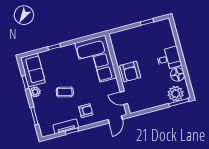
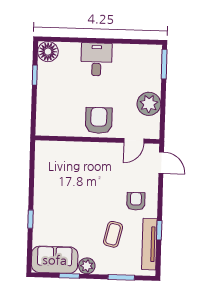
corner sofa: (96, 60) -> (68, 165), removed
armchair: (130, 72) -> (99, 120), turned -90
floor lamp: (177, 74) -> (48, 52), moved
coffee table: (65, 92) -> (113, 234), moved
plant: (176, 94) -> (149, 104), moved
tv unit: (66, 126) -> (149, 244), width x1.41

